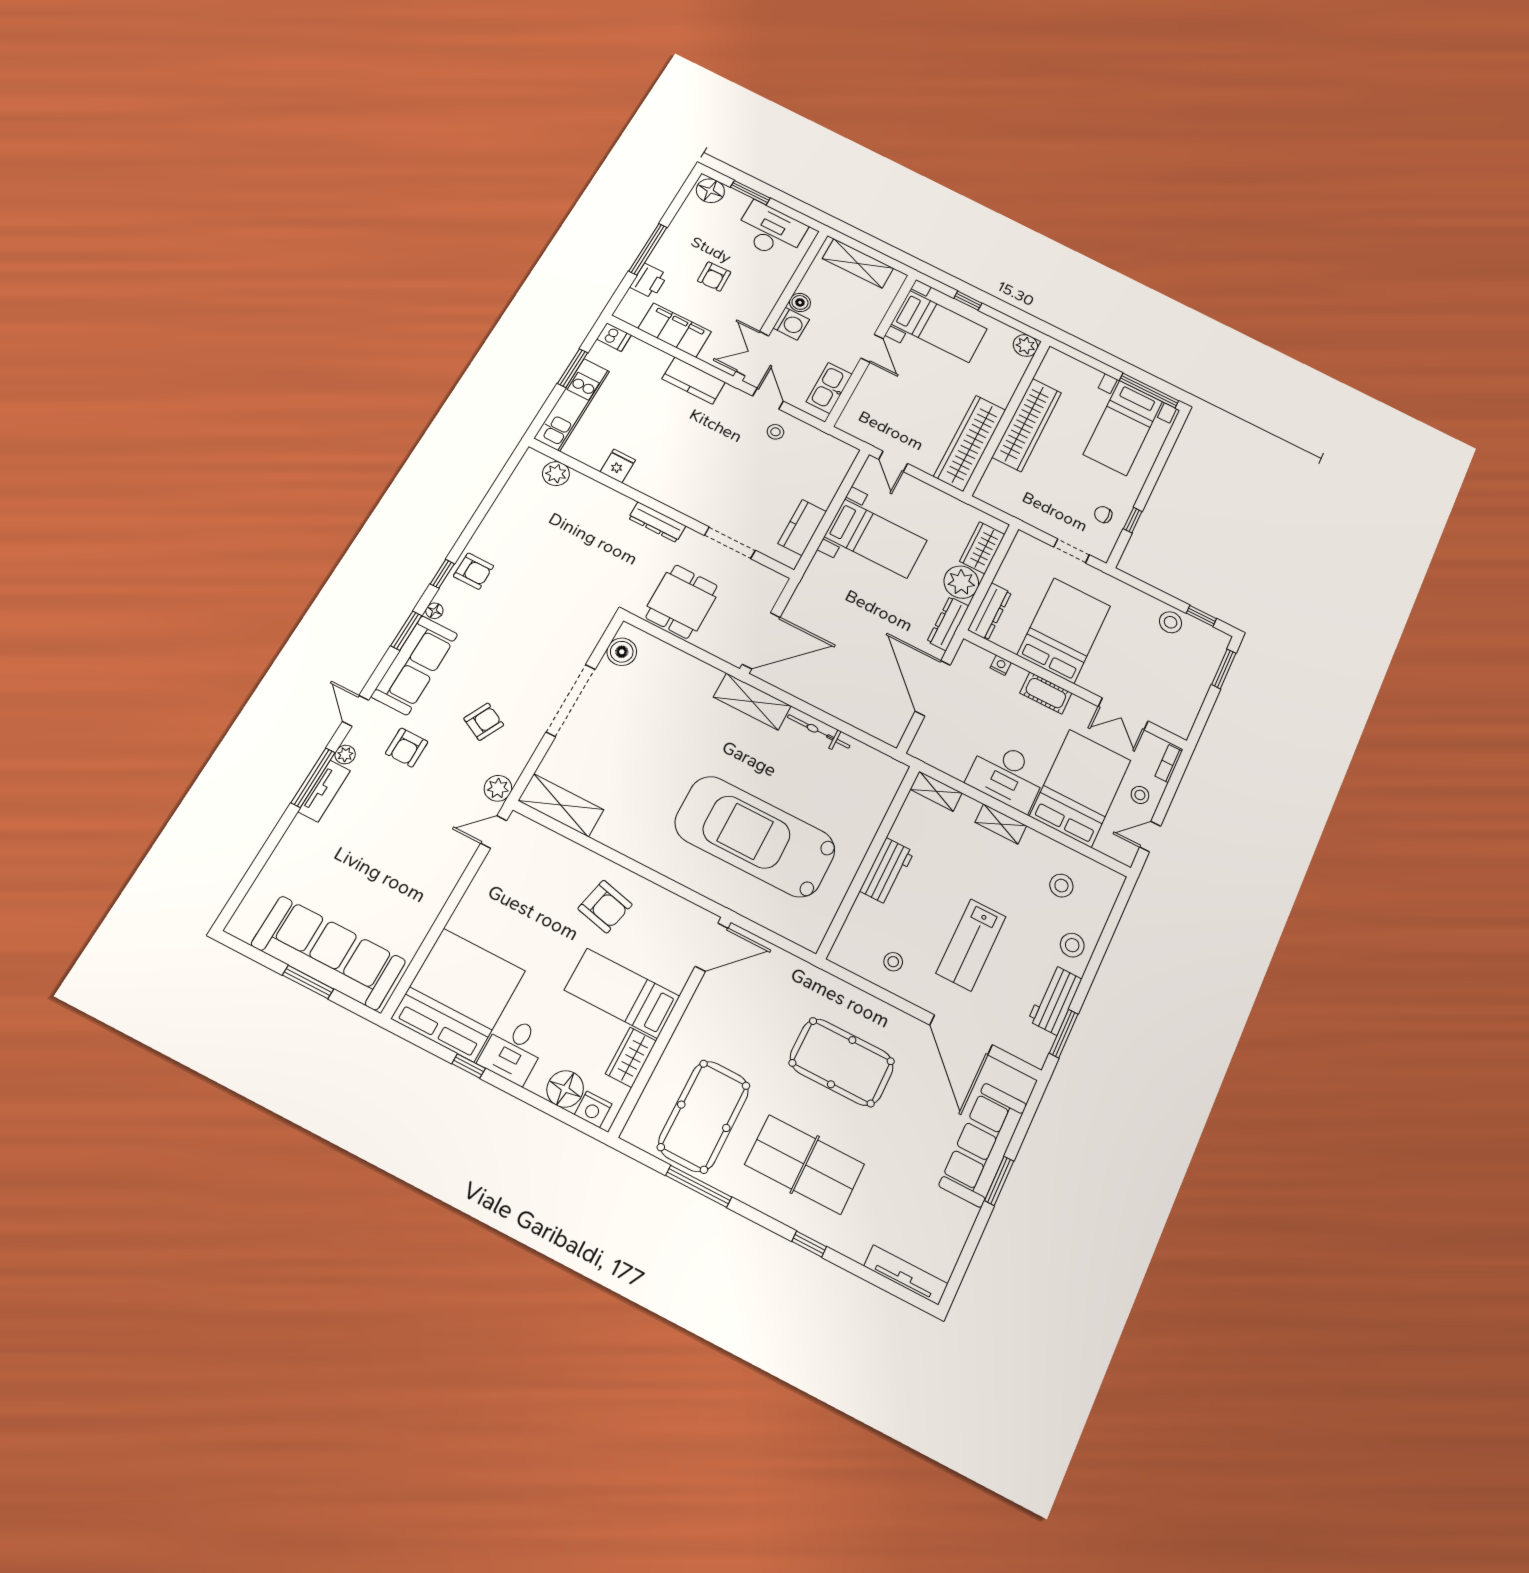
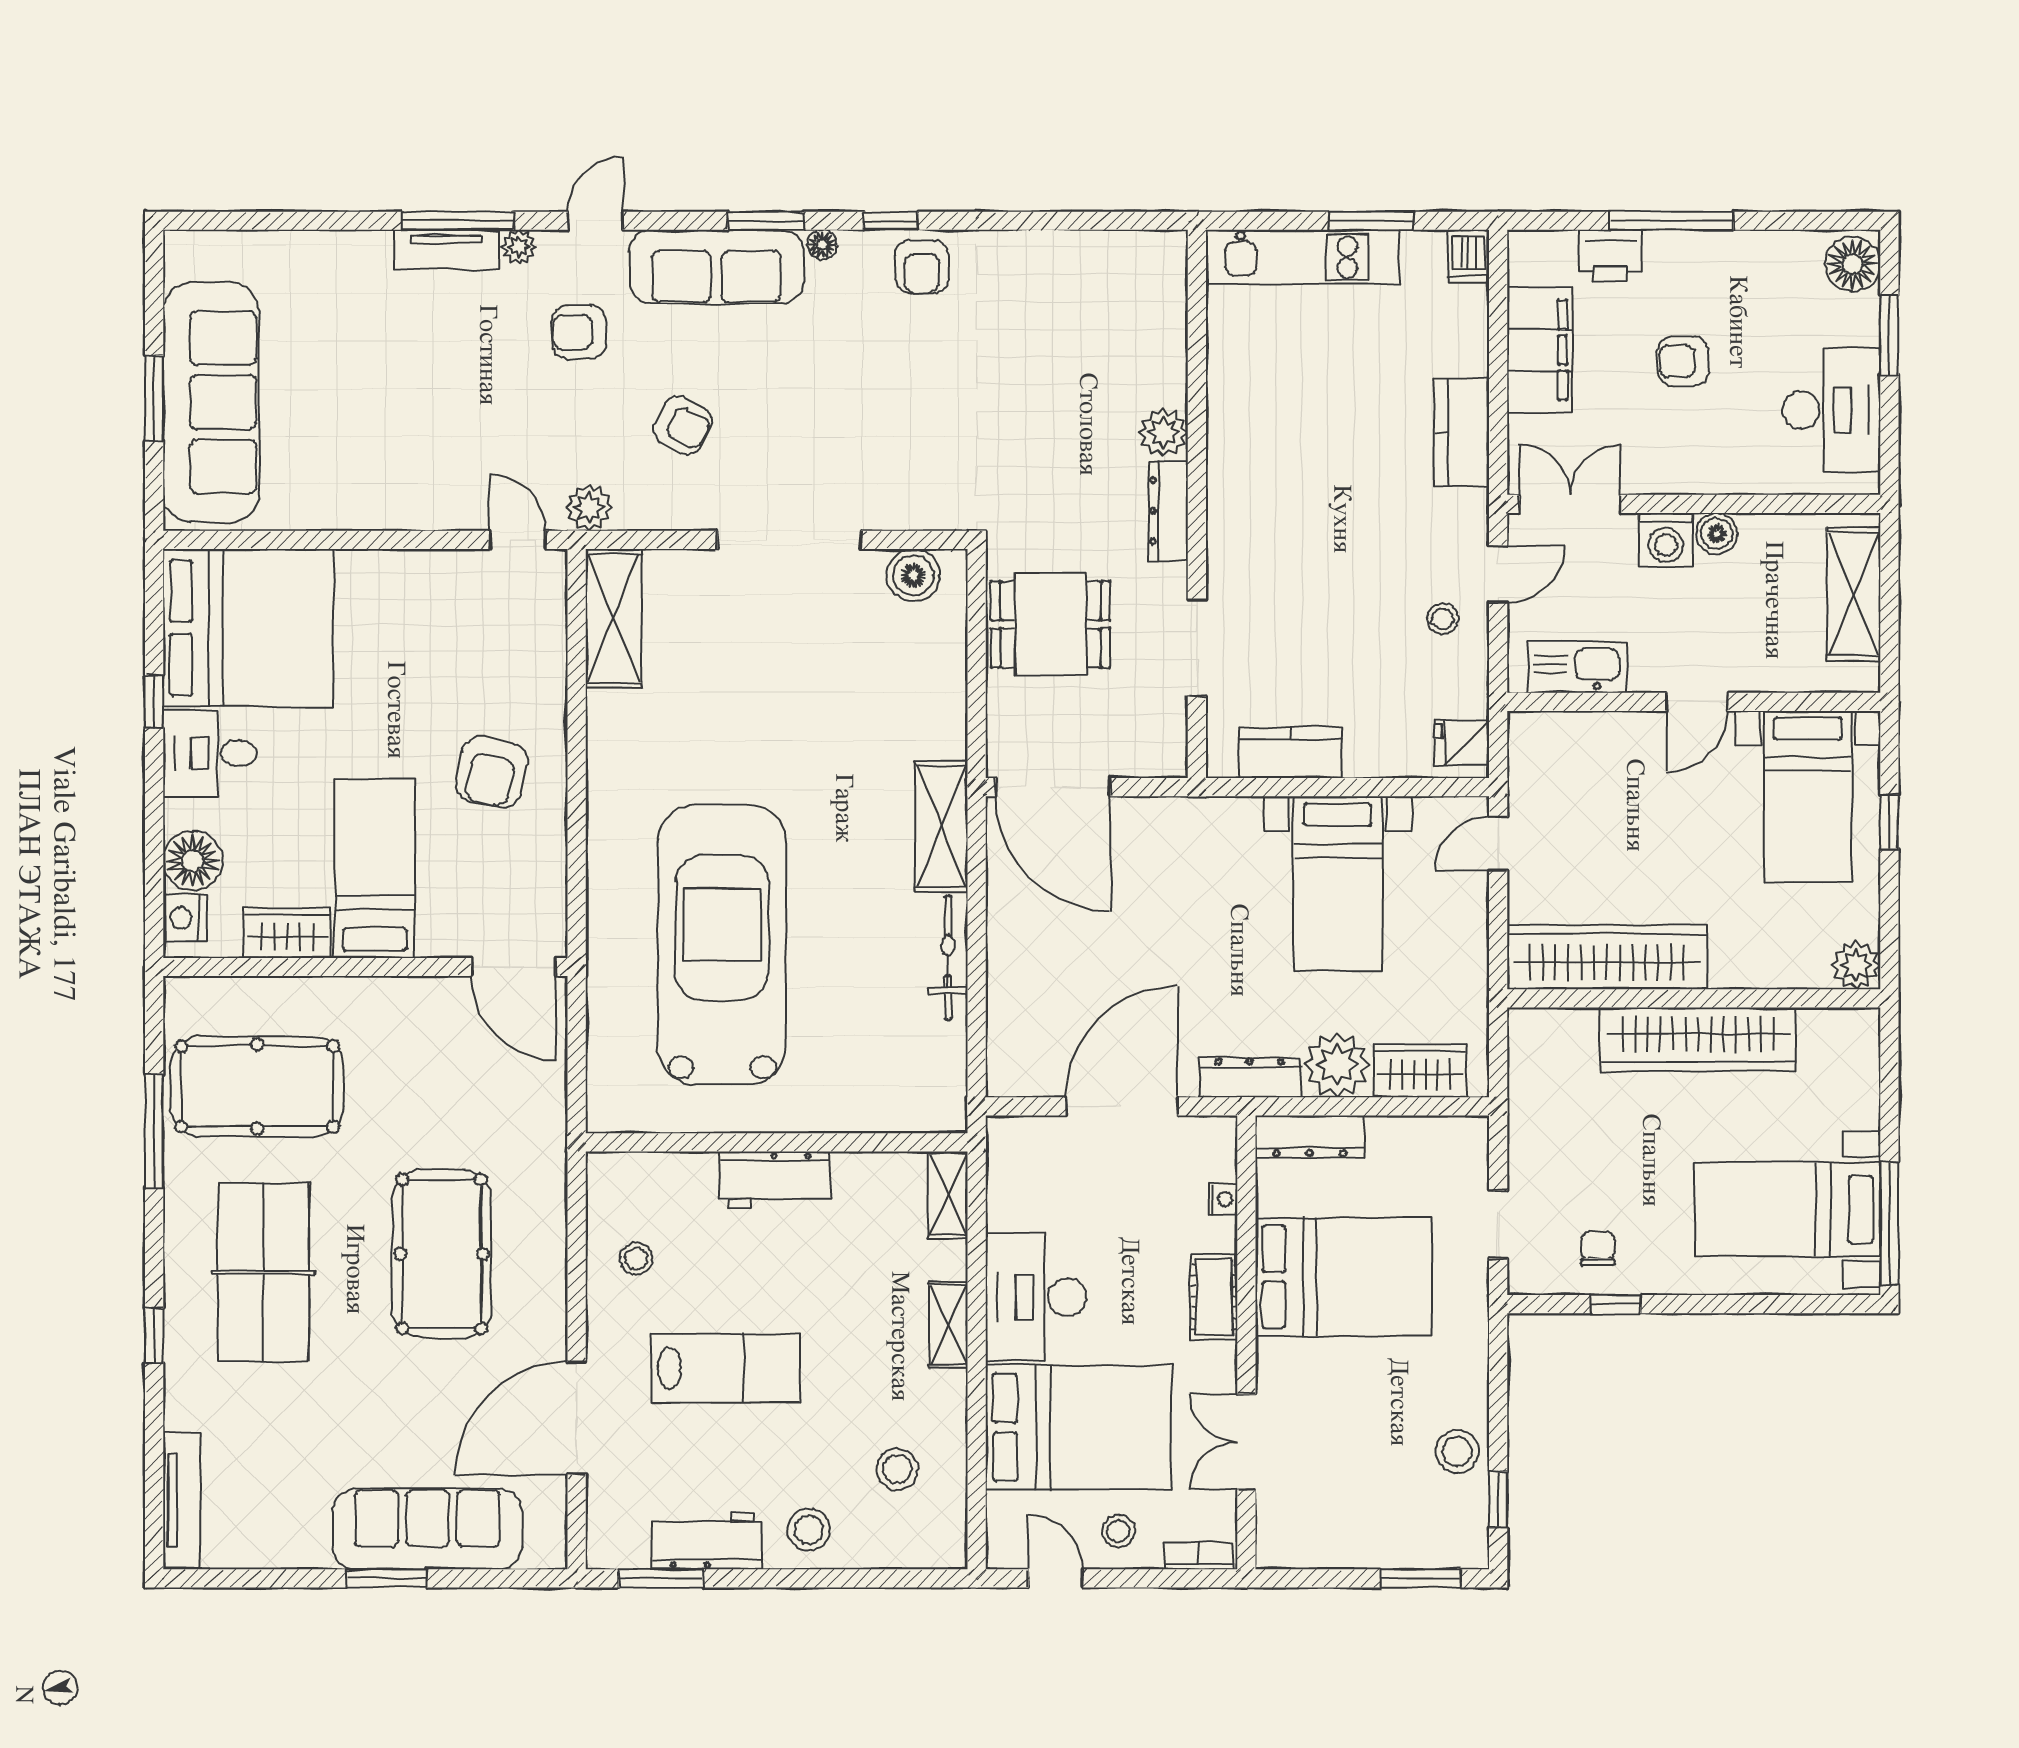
fridge: (618, 466) -> (1462, 743), moved, turned 180
plant: (556, 474) -> (1163, 432), moved
lab bench: (971, 945) -> (726, 1368), turned 180

